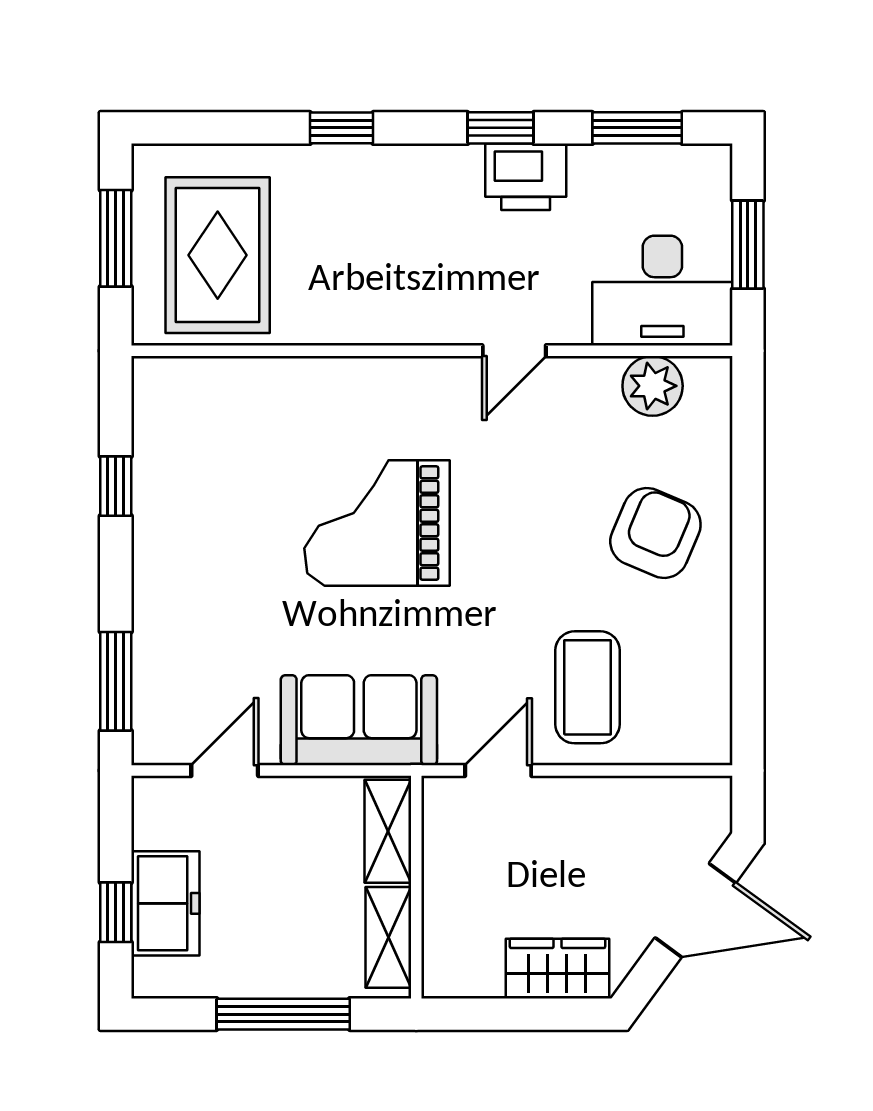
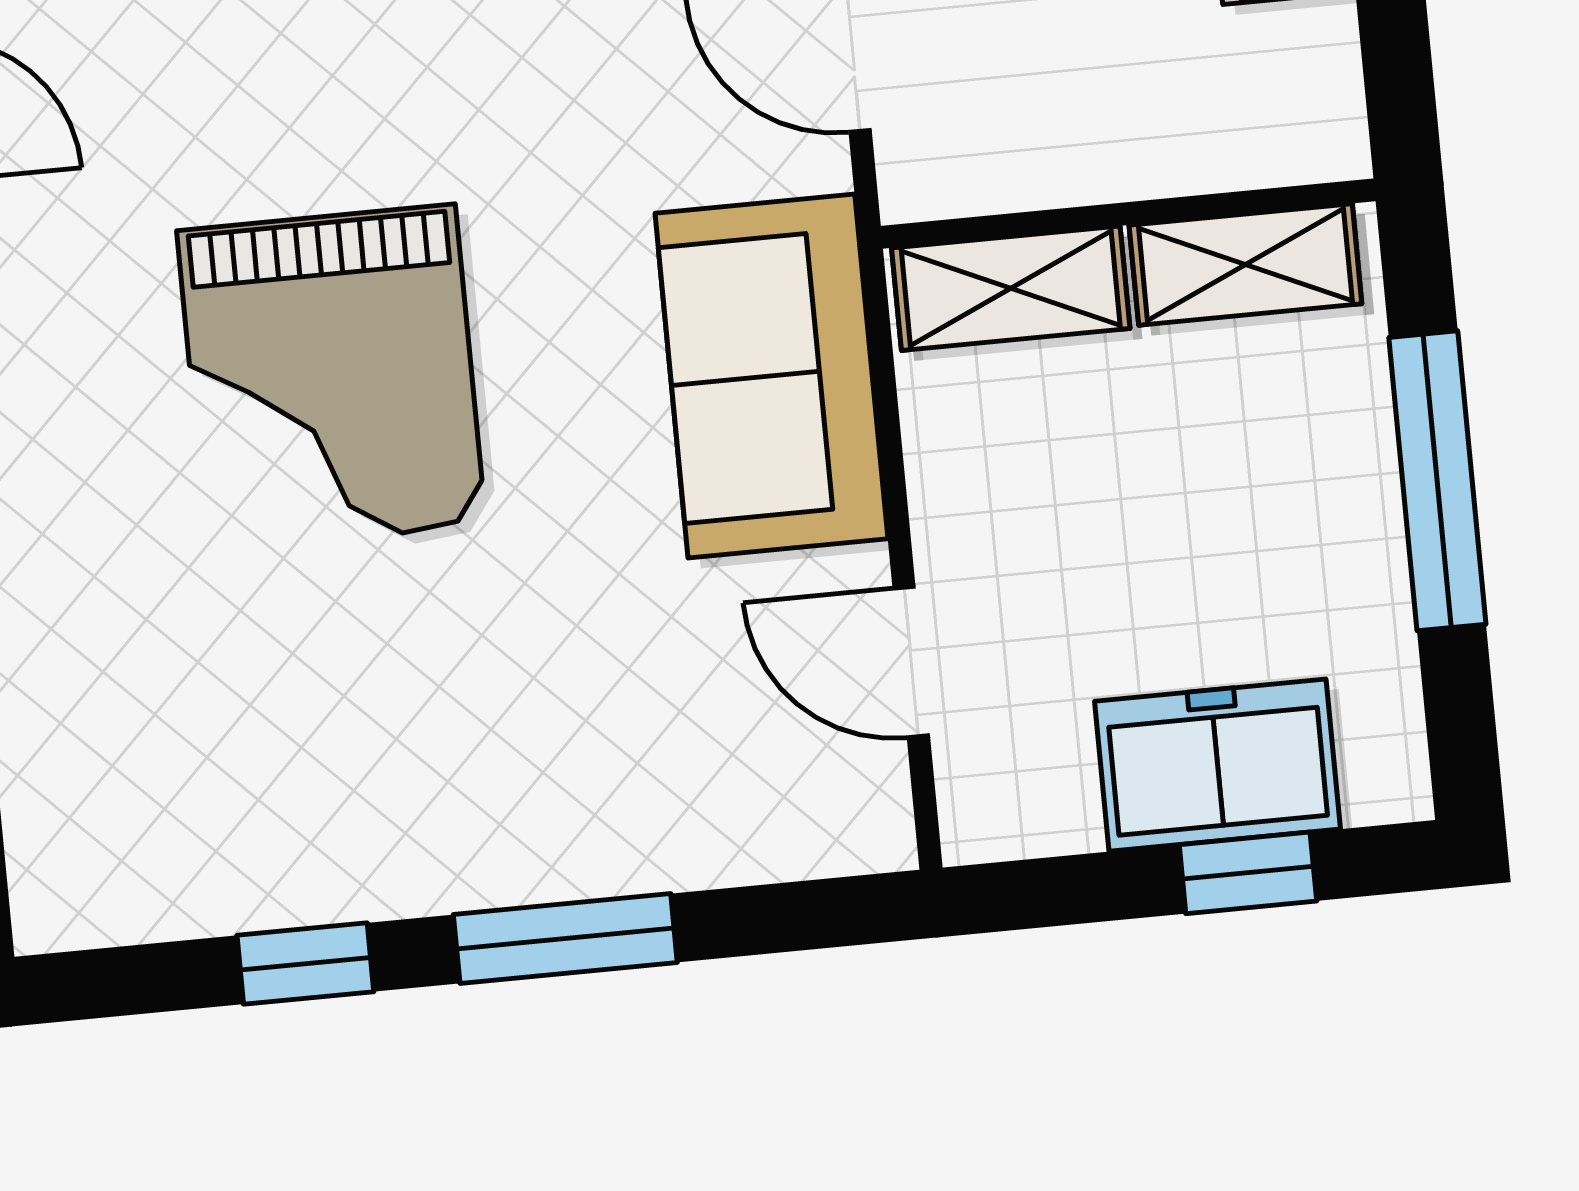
window: (116, 681) -> (565, 939), moved

